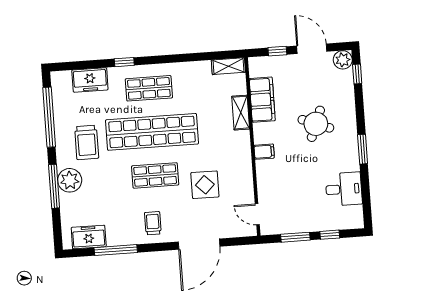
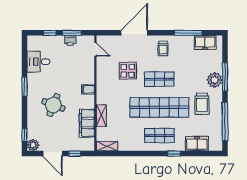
trolley: (87, 142) -> (202, 104), turned 180
printer: (297, 225) -> (70, 41), added

